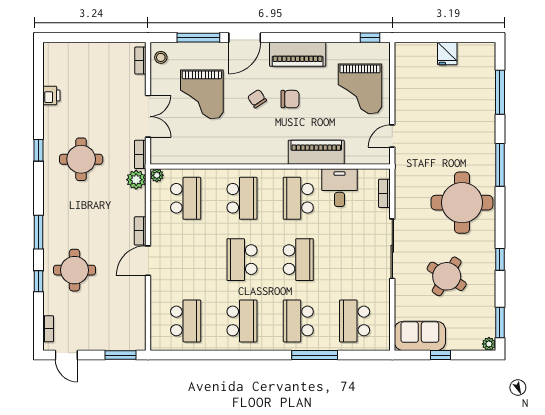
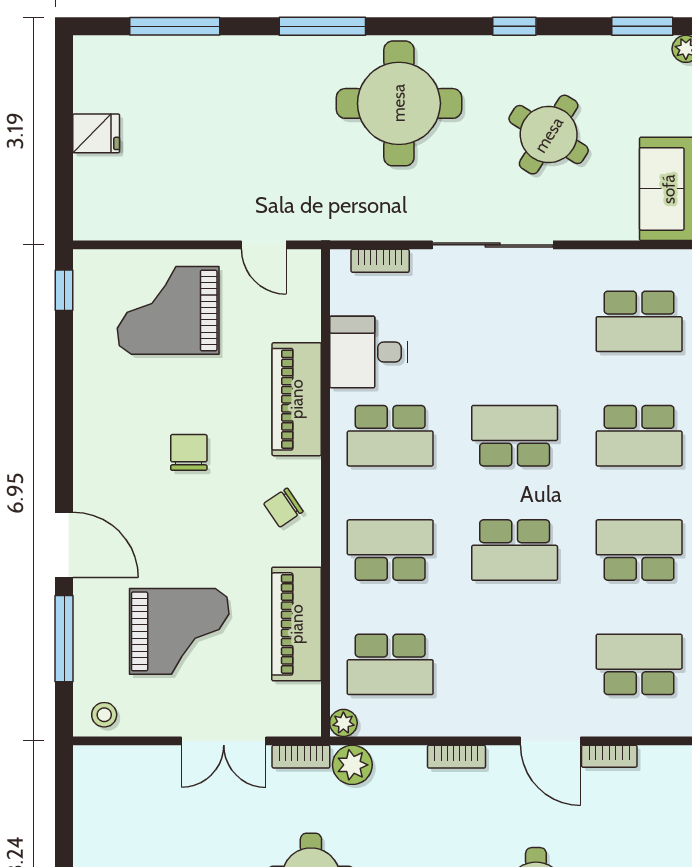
piano: (298, 54) -> (297, 624), moved, turned 180
bookcase: (140, 61) -> (609, 756), moved
grand piano: (360, 89) -> (168, 310), turned 180
chair: (257, 99) -> (284, 508), moved
double door: (148, 116) -> (224, 741), swing flipped
school desk: (186, 198) -> (390, 664), turned 180
door: (148, 261) -> (550, 741), moved

